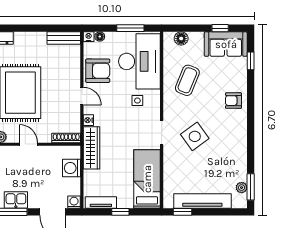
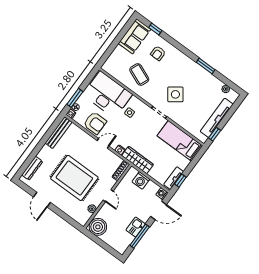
window: (130, 28) -> (75, 98), moved
window: (220, 28) -> (123, 33), removed
bench: (64, 38) -> (58, 133), width x1.36
floor lamp: (181, 38) -> (112, 60), removed
armchair: (98, 71) -> (95, 123), turned 90
armchair: (233, 101) -> (158, 53), moved
door: (28, 144) -> (108, 196), swing flipped
window: (251, 187) -> (206, 66), moved
window: (120, 212) -> (180, 181), moved

